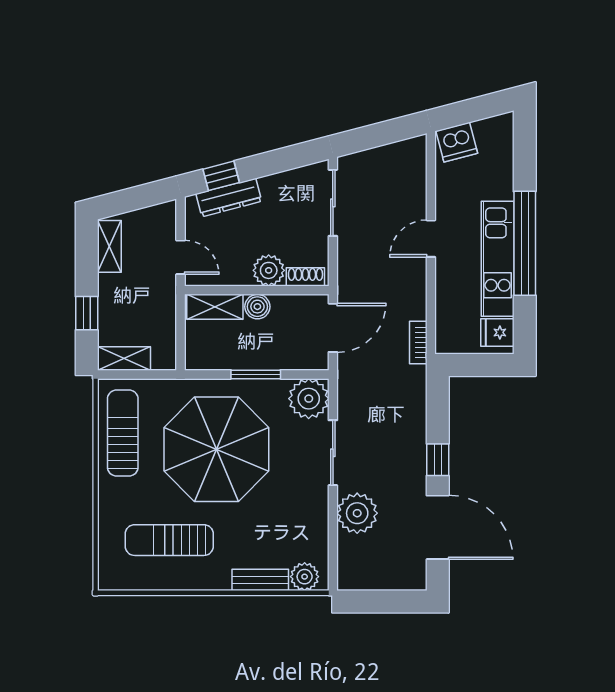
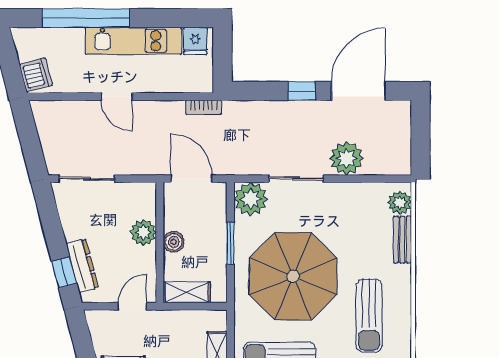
window: (525, 243) -> (86, 18), moved
shoe rack: (305, 277) -> (149, 202), removed
shelving: (215, 307) -> (187, 292), moved, turned 90

